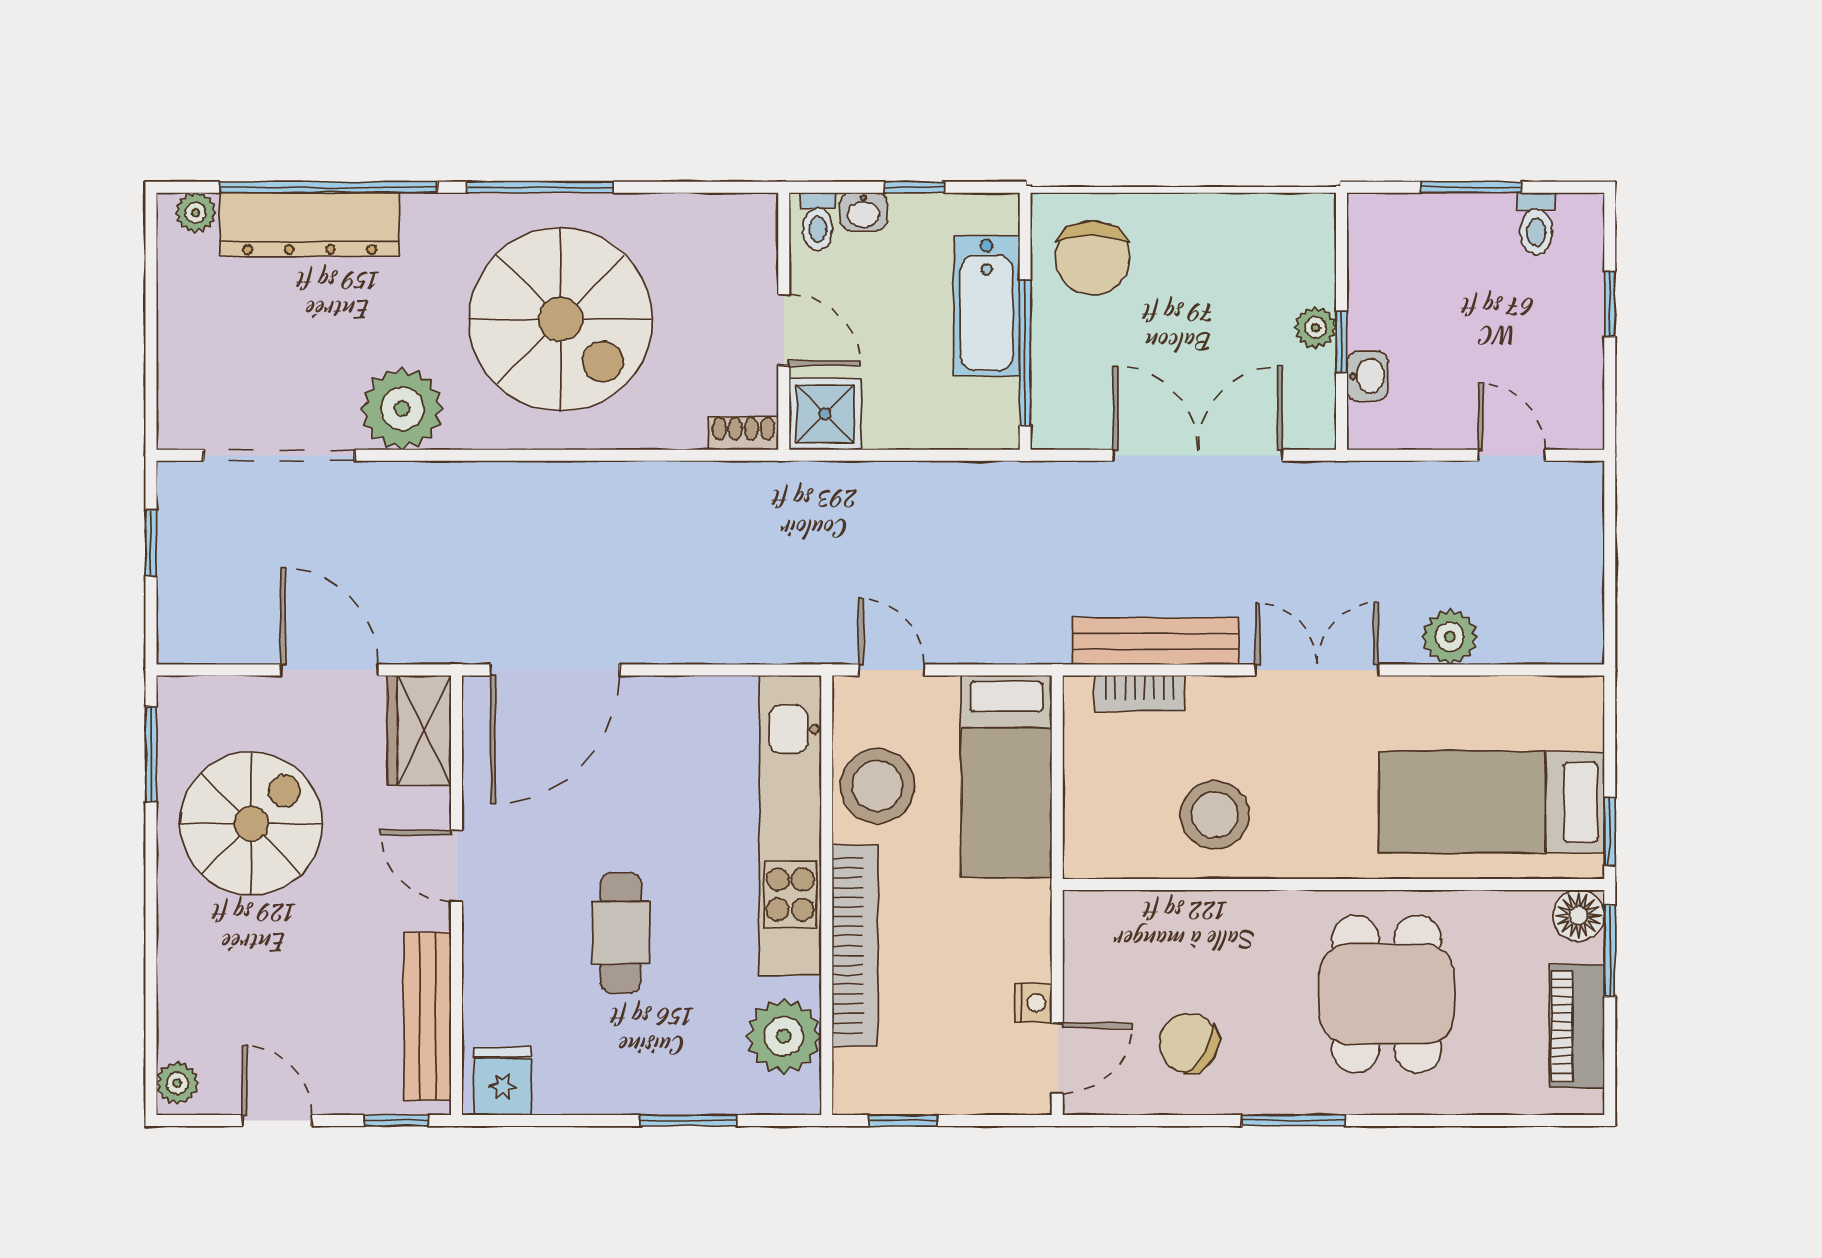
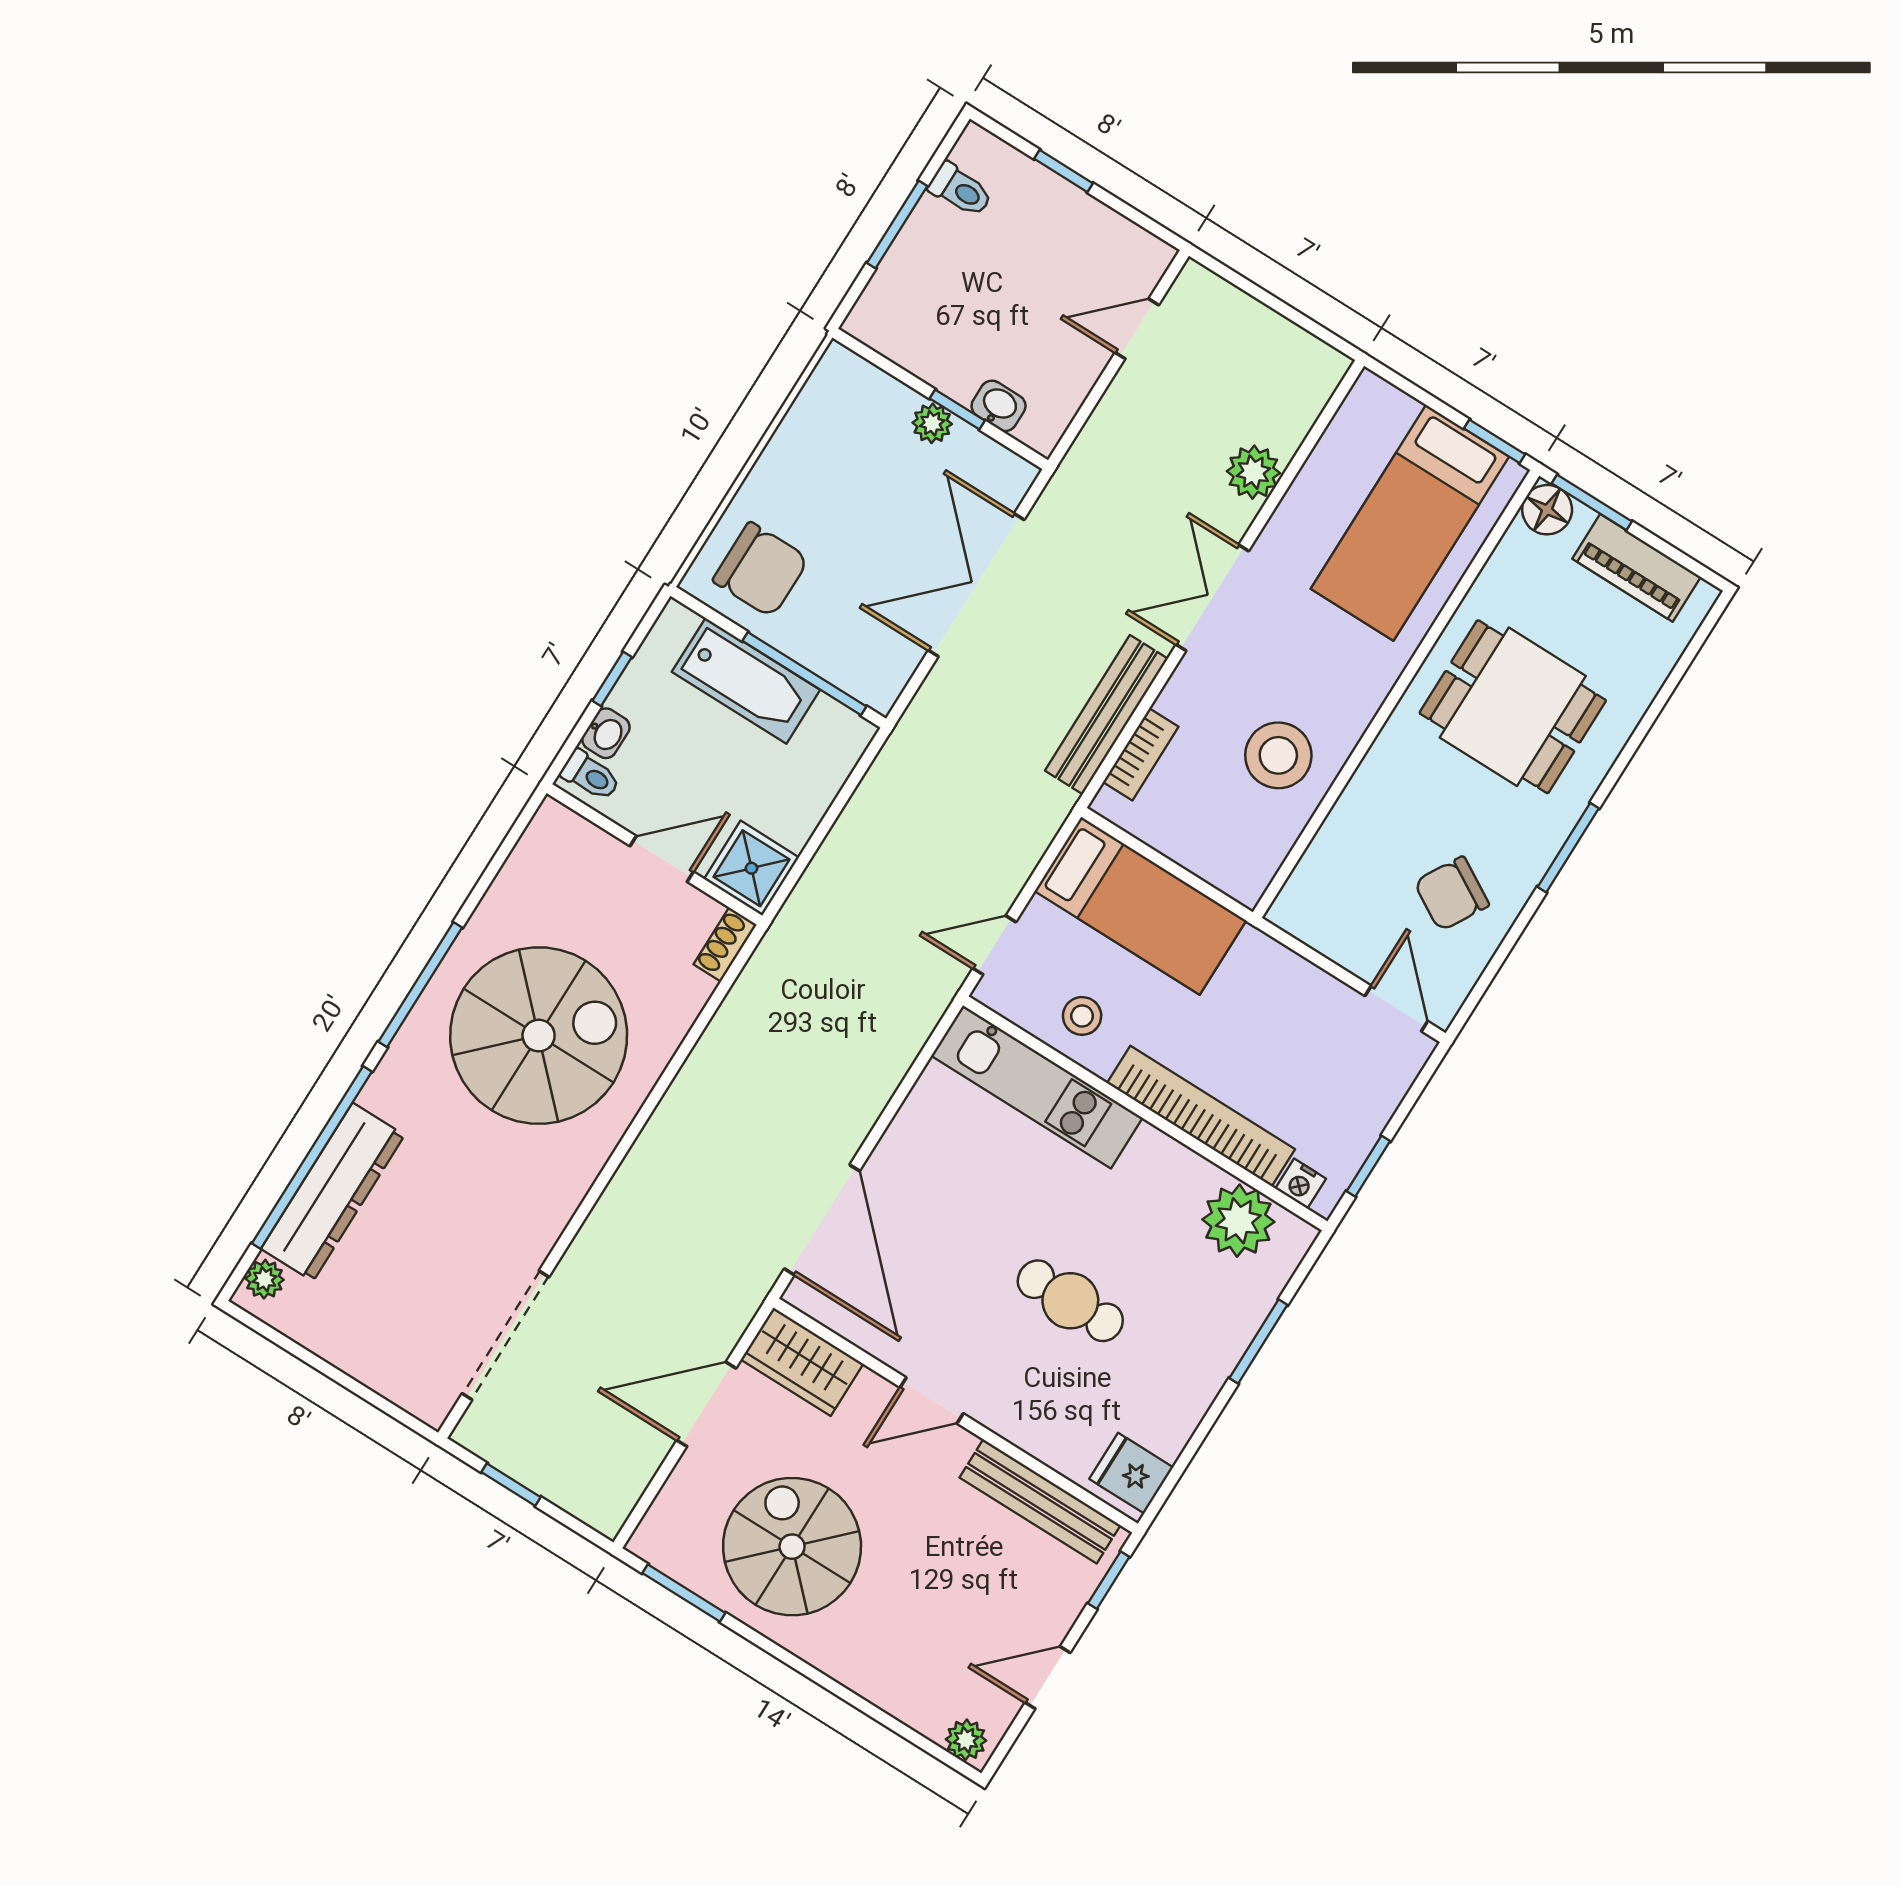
plant: (402, 409) -> (530, 1211), removed
stool: (877, 786) -> (1082, 1016), width x0.53, depth x0.53
kitchen unit: (790, 825) -> (1037, 1087), width x0.73
nightstand: (1033, 1003) -> (1301, 1184), moved, turned 180

